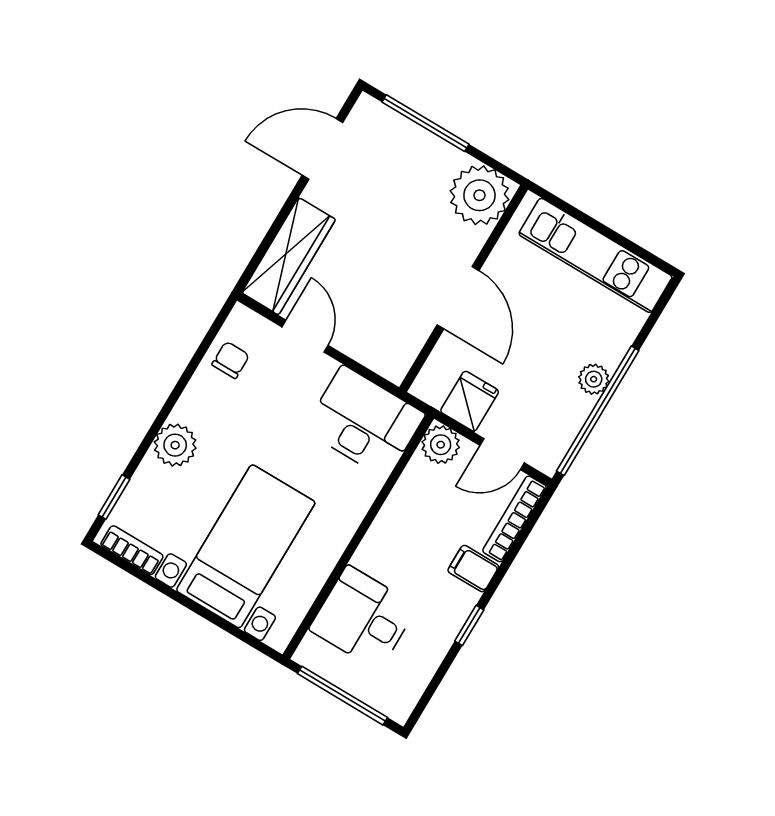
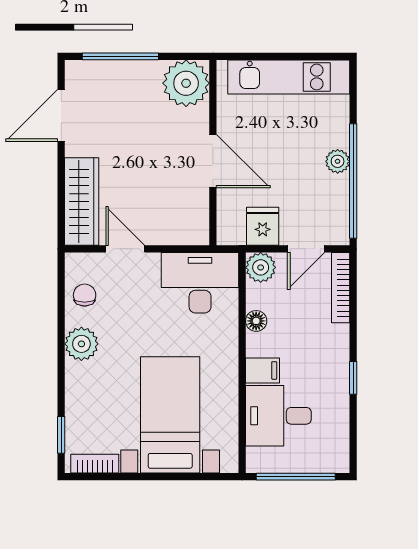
plant: (175, 445) -> (81, 344), moved
floor lamp: (401, 500) -> (256, 321), added
filing cabinet: (473, 569) -> (262, 370), moved, turned 180

